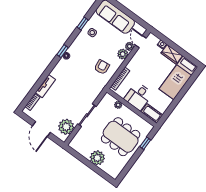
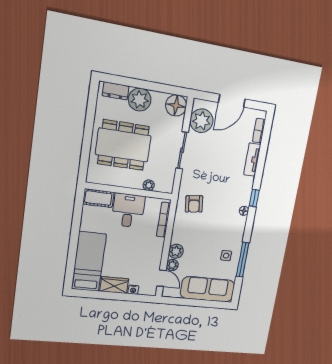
window: (83, 23) -> (243, 260), width x2.17
window: (62, 51) -> (254, 198), moved
armchair: (102, 67) -> (194, 204), moved
door: (41, 129) -> (232, 101), swing flipped
window: (145, 143) -> (85, 154), removed
floor lamp: (77, 144) -> (176, 105), added
dresser: (109, 170) -> (116, 91), added

